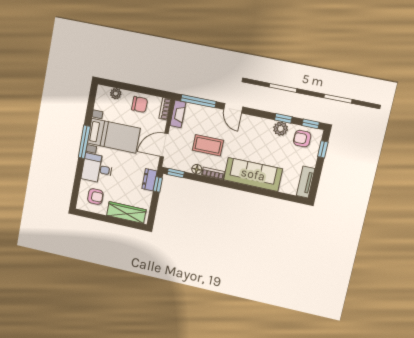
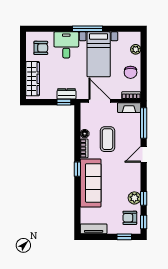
armchair: (302, 139) -> (130, 218), turned -90
window: (176, 173) -> (77, 169), moved
armchair: (95, 197) -> (41, 48), turned -90

